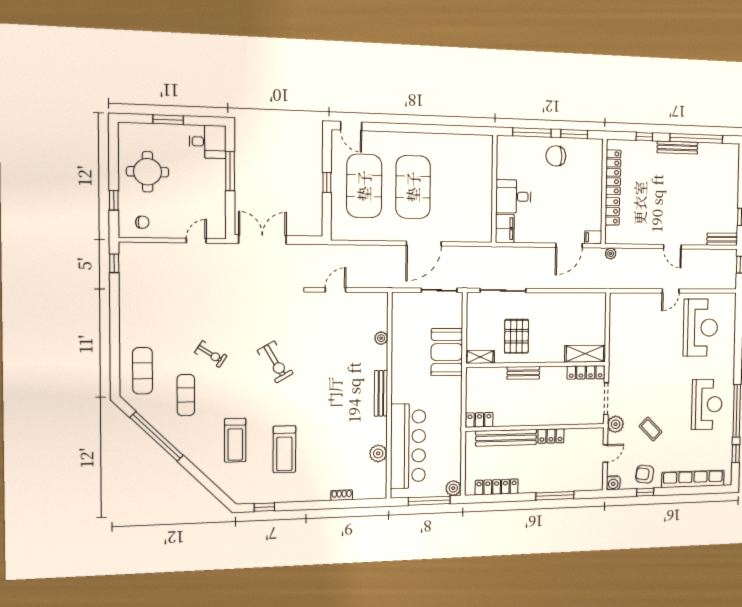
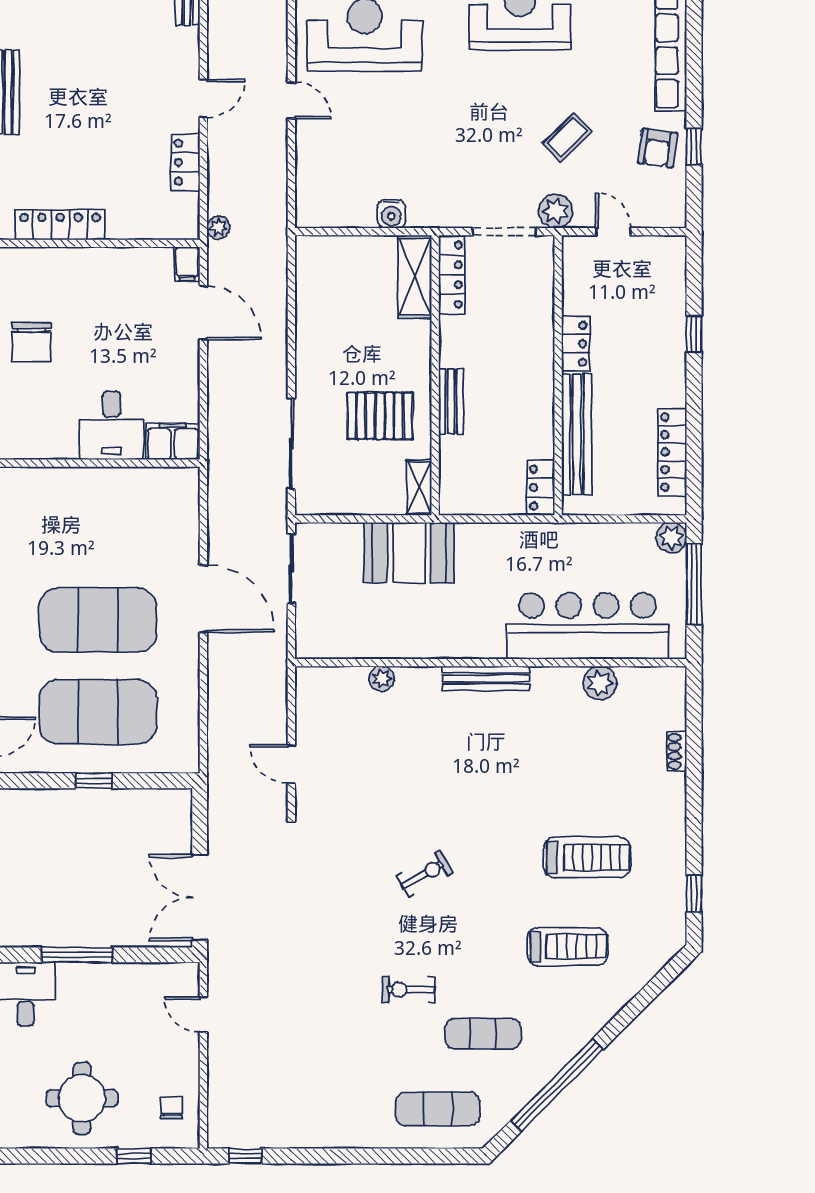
locker: (612, 211) -> (186, 162), moved, turned -90
exercise bike: (211, 354) -> (409, 990), turned -123
exercise bike: (275, 362) -> (425, 874), width x0.73, depth x0.72
water cooler: (613, 483) -> (391, 214), moved, turned 90
window: (555, 496) -> (694, 334), width x0.46

